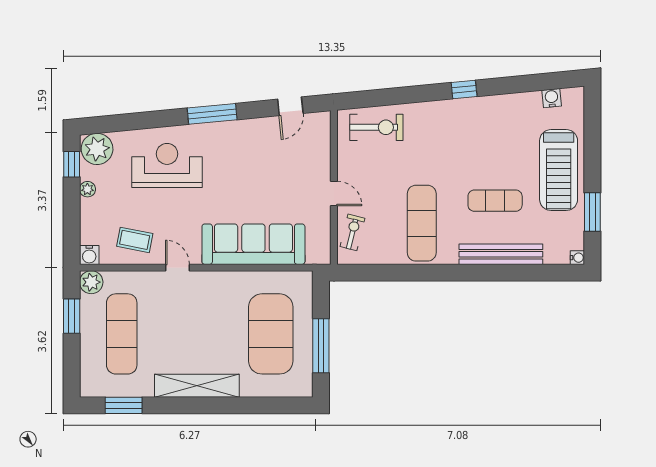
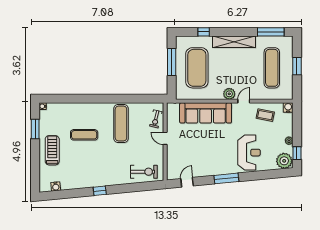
exercise bike: (376, 127) -> (144, 172), turned 180
reception desk: (167, 165) -> (249, 153), turned -90
treadmill: (559, 170) -> (52, 150), width x0.73, depth x0.73
bench: (501, 254) -> (81, 108), removed
door: (177, 268) -> (244, 101), swing flipped
plant: (91, 282) -> (229, 94), moved
window: (72, 316) -> (297, 66), moved
window: (124, 405) -> (271, 32), width x1.44
window: (257, 405) -> (204, 32), added

